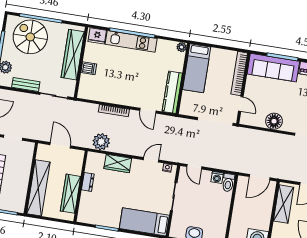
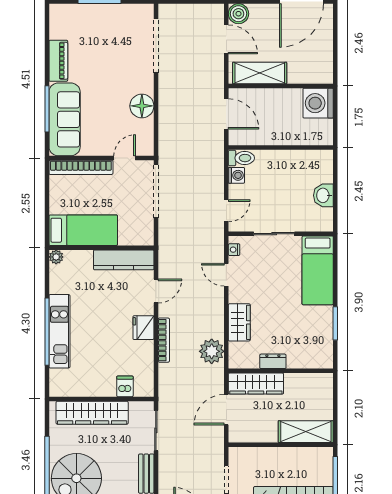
fridge: (97, 36) -> (143, 328), moved, turned 180
dishwasher: (89, 68) -> (125, 386), moved
shelving: (38, 188) -> (306, 432), width x0.68
wardrobe: (71, 194) -> (256, 384), moved

